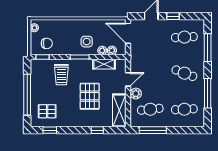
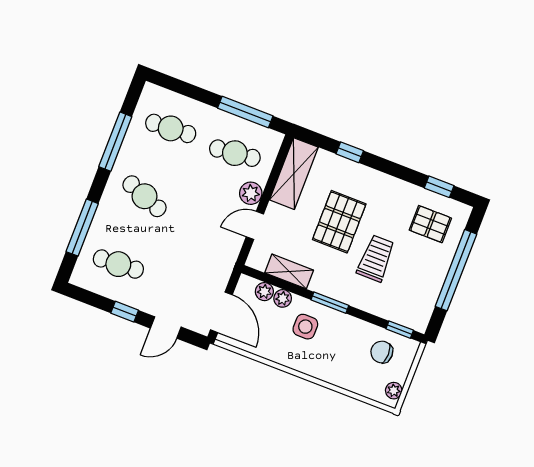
trolley: (61, 75) -> (376, 258), moved

